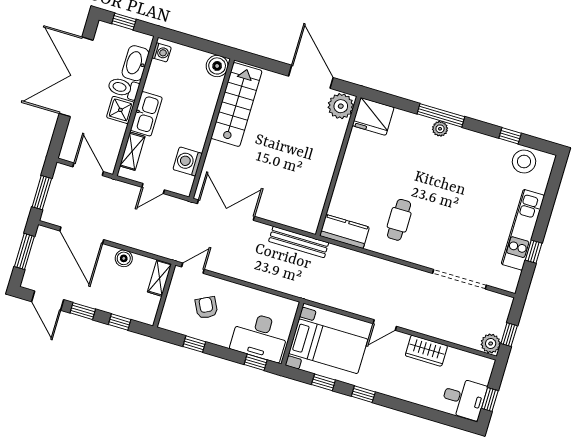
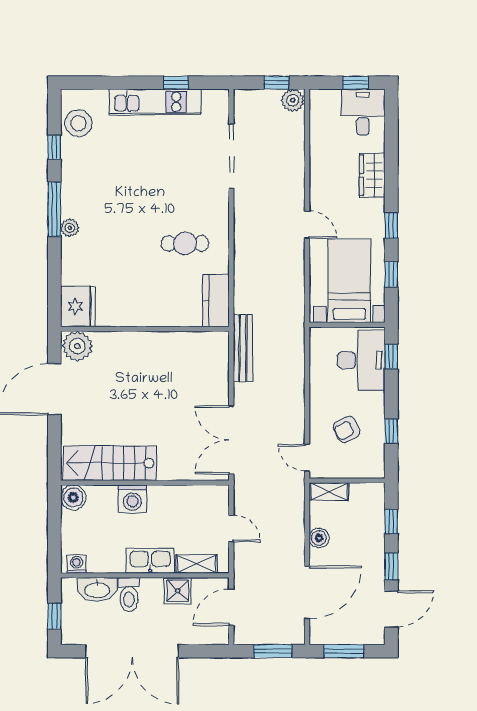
shower: (120, 110) -> (178, 591), moved
window: (441, 115) -> (54, 209), moved
washing machine: (188, 161) -> (132, 499), moved
wardrobe: (426, 351) -> (372, 175), moved, turned 180

